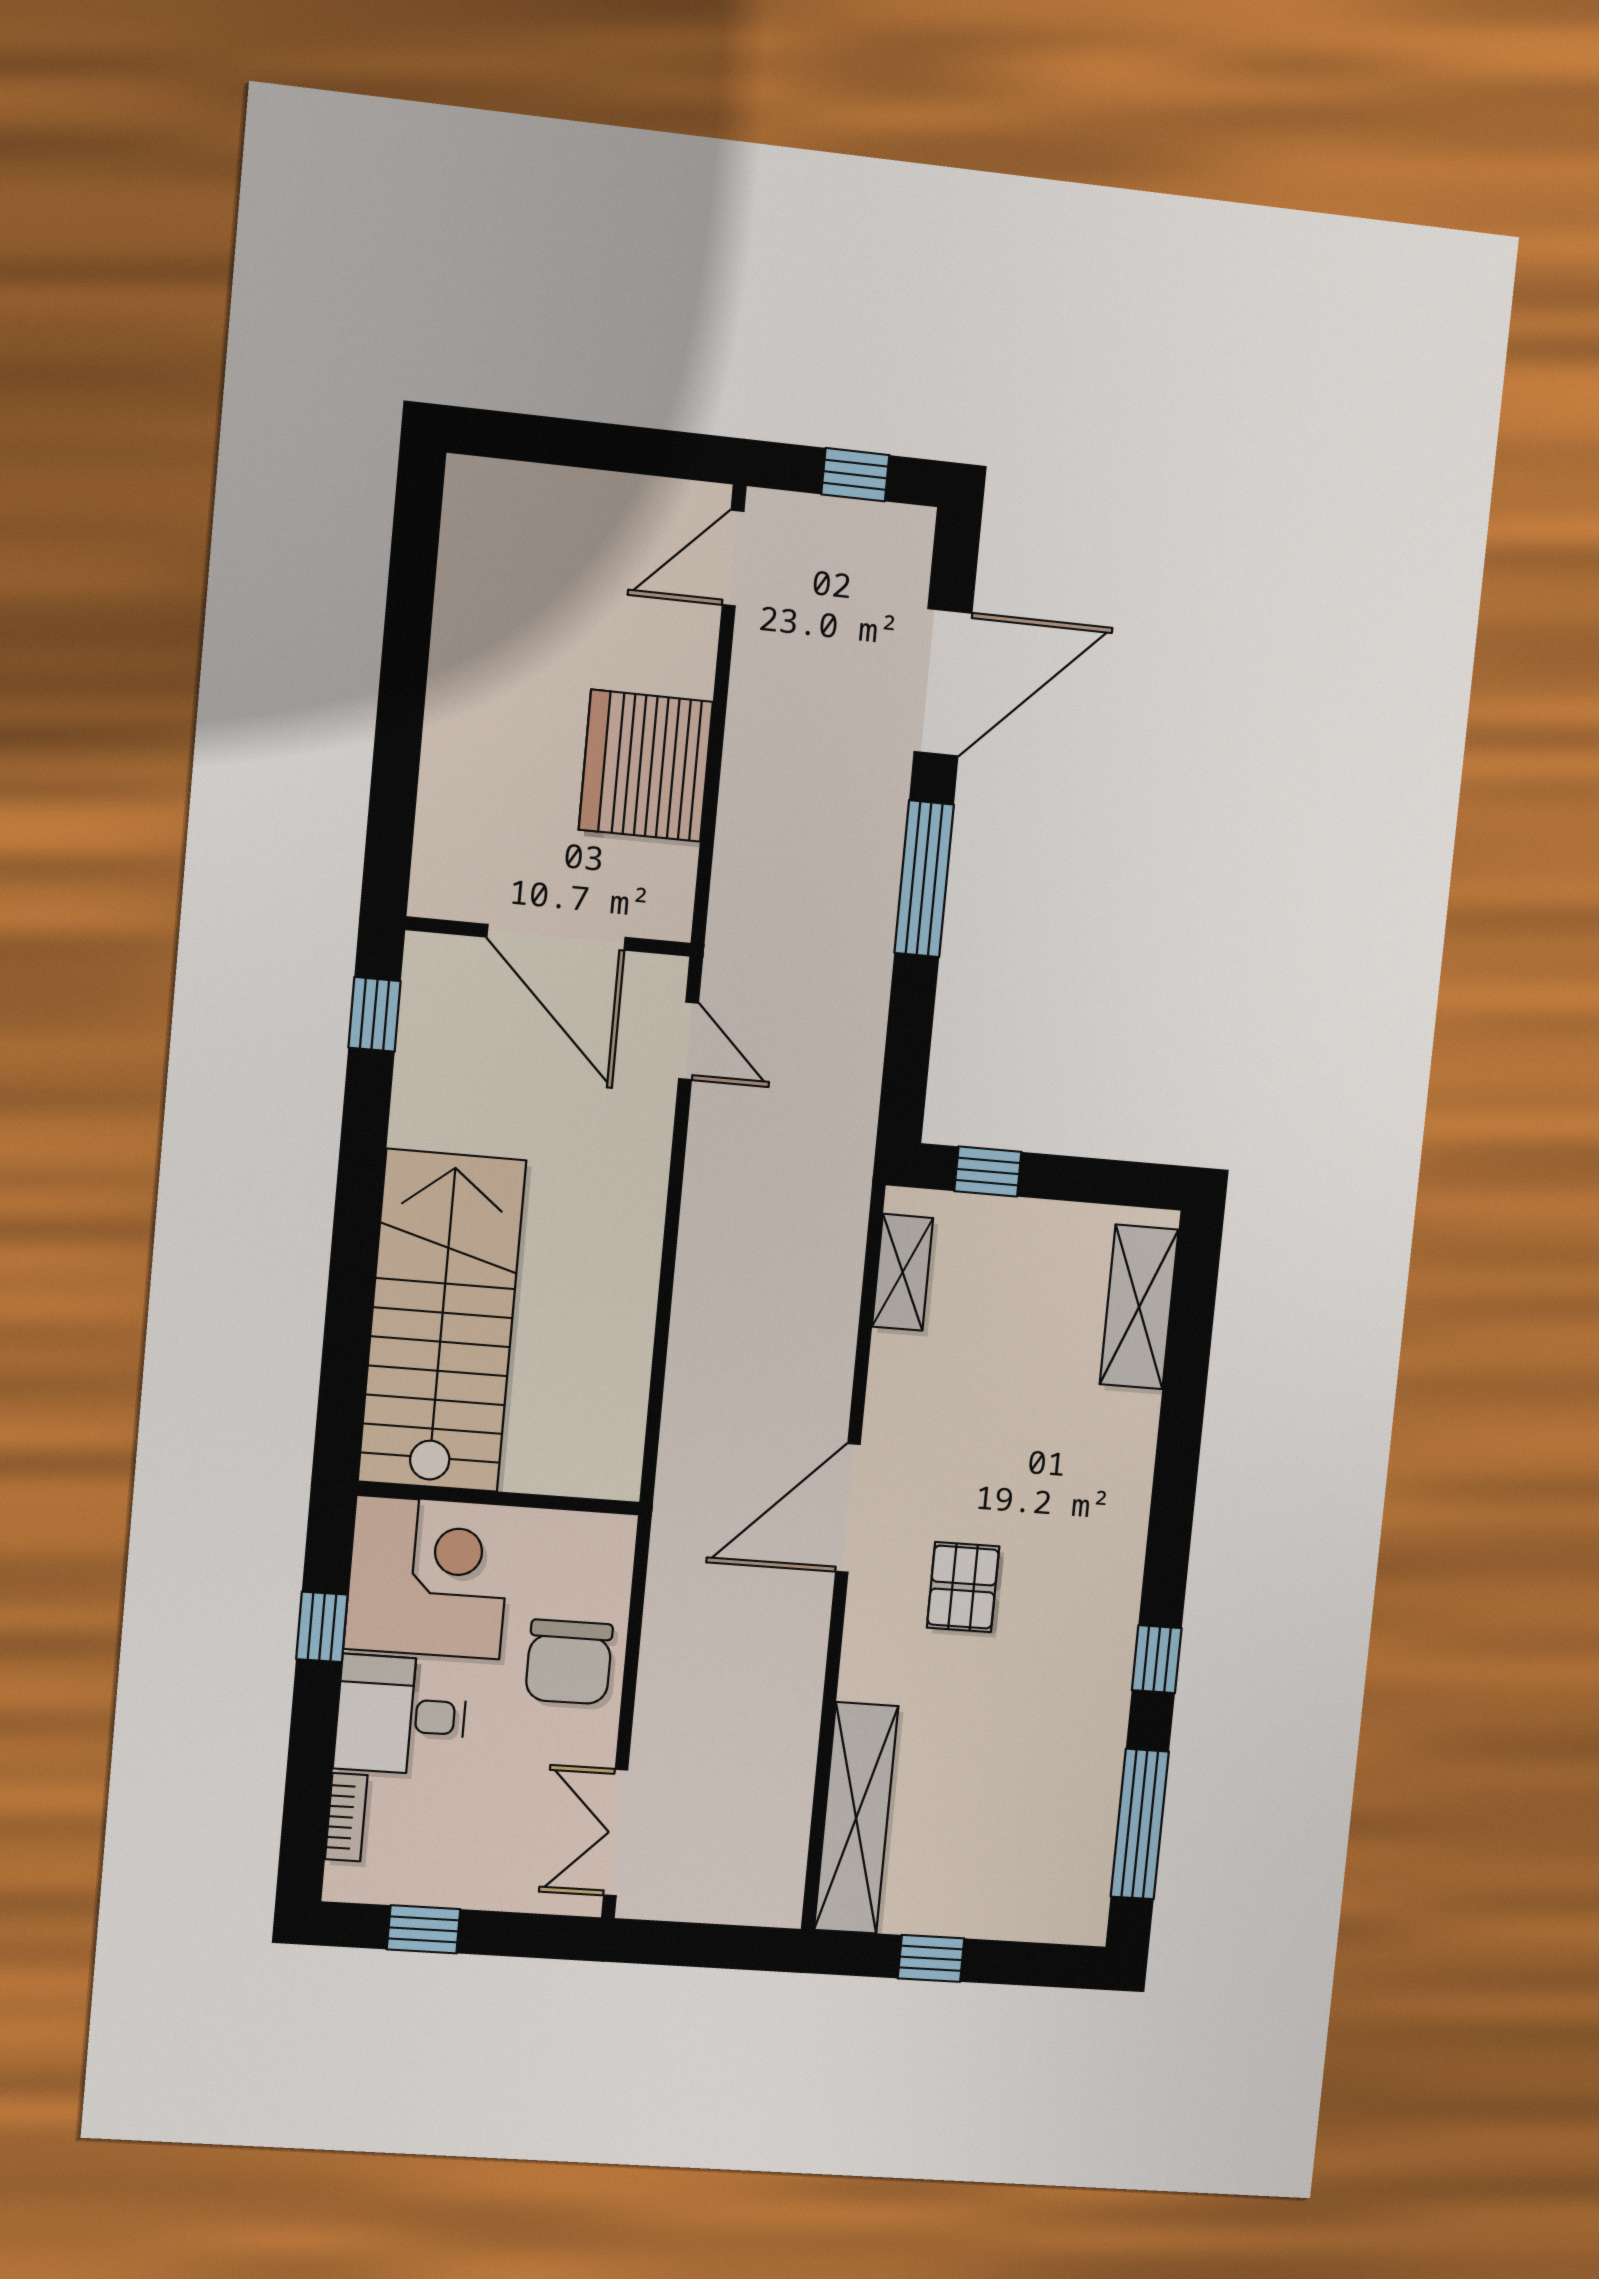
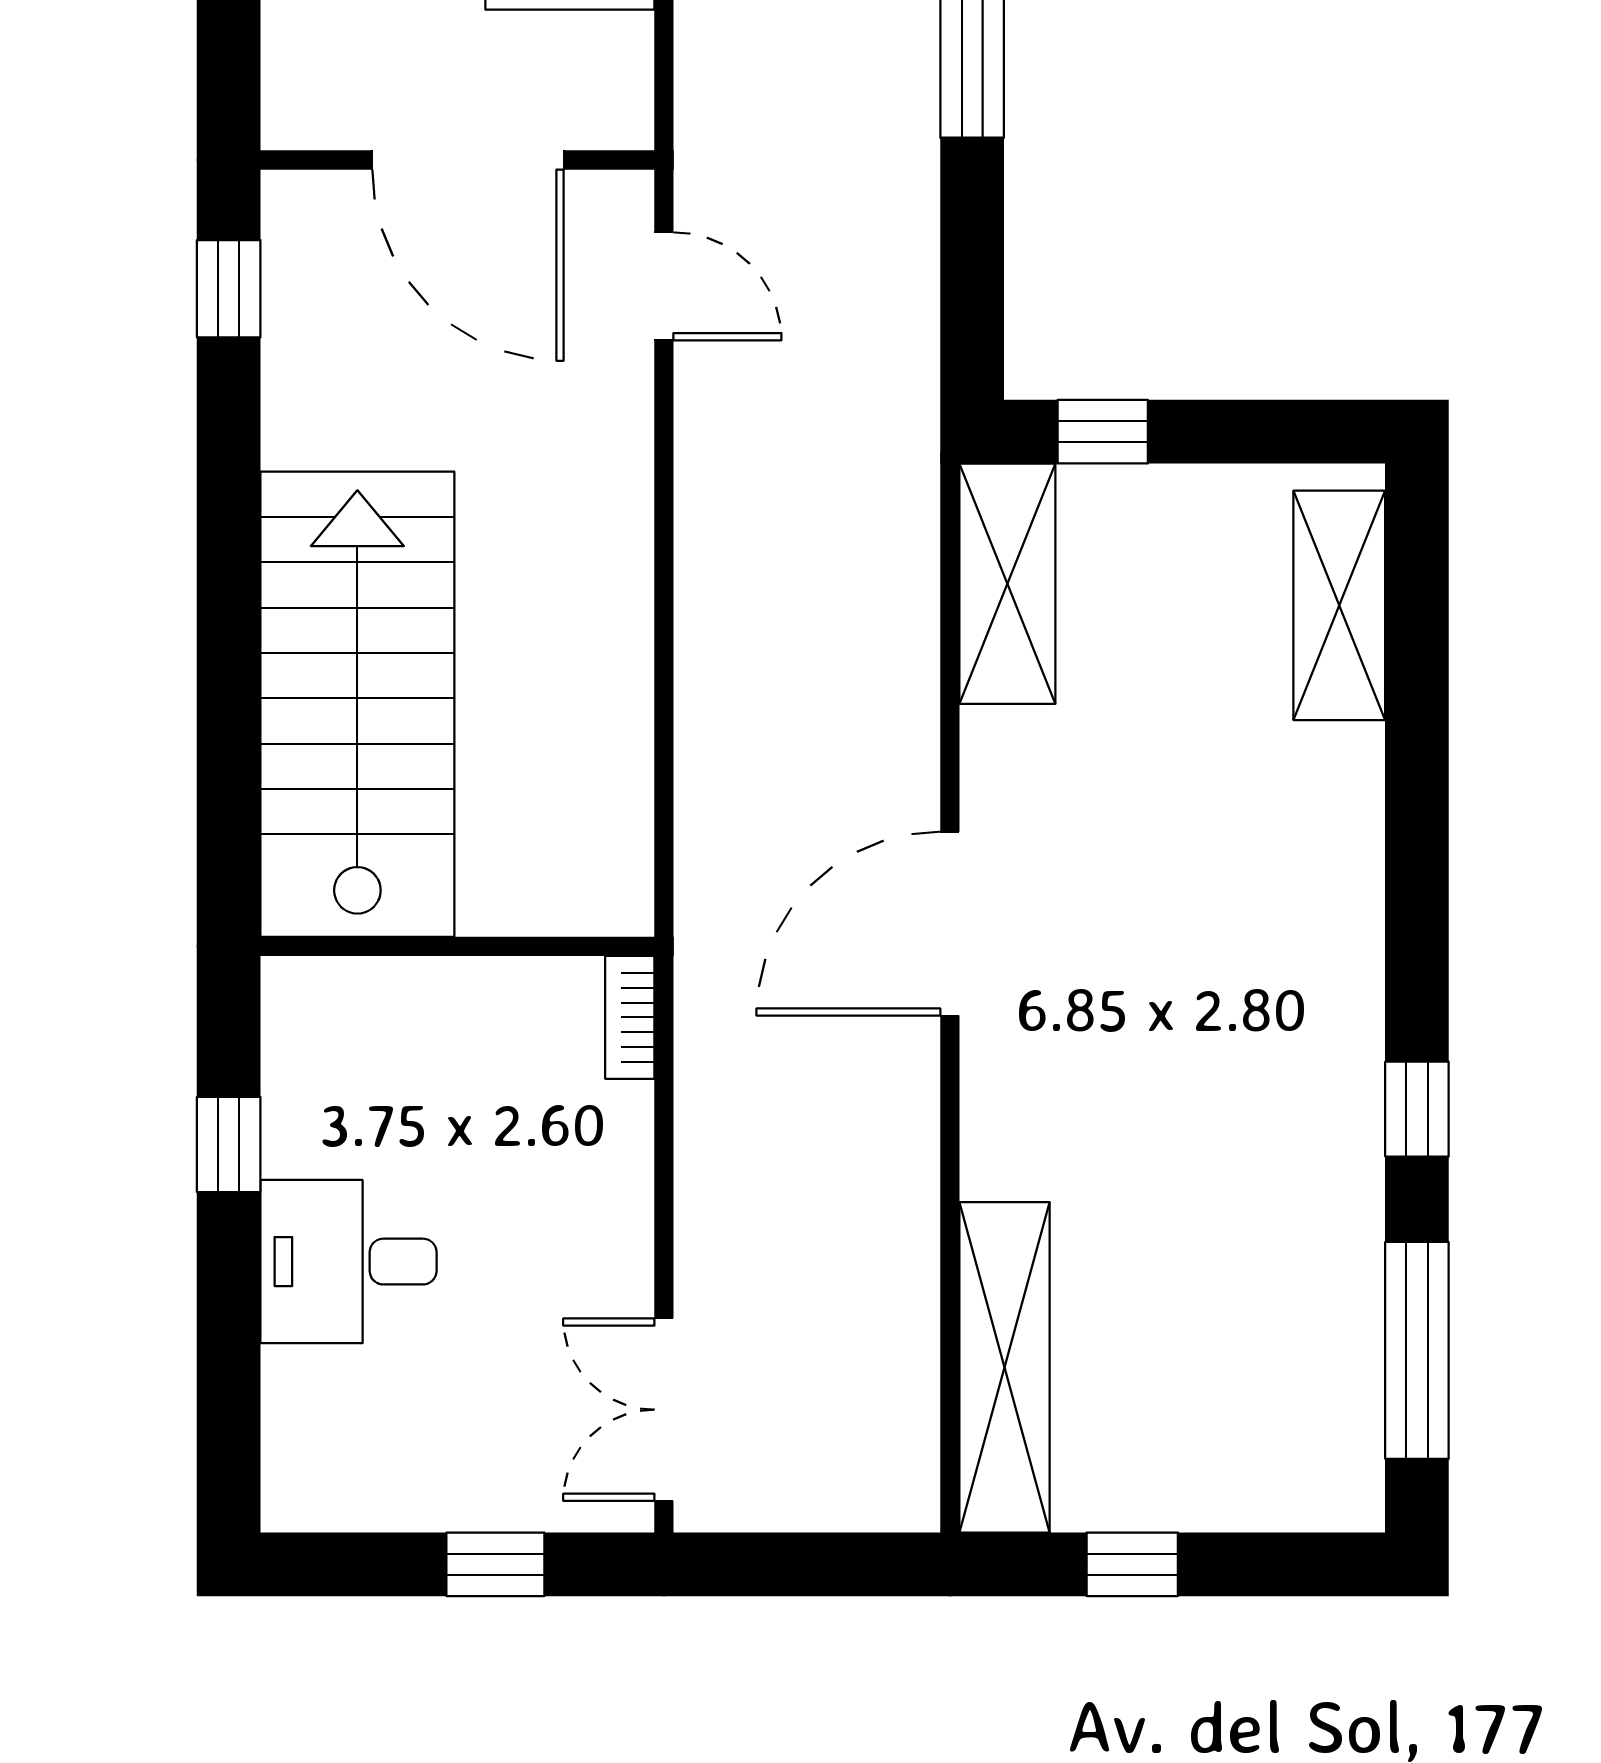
shelving: (903, 1272) -> (1007, 584), width x1.50, depth x1.33
corner desk: (428, 1578) -> (369, 1065), removed
pallet: (963, 1587) -> (1126, 1025), removed
chair: (569, 1662) -> (576, 1170), removed
bookcase: (346, 1817) -> (630, 1017), moved, turned 180
window: (424, 1929) -> (495, 1564), moved

